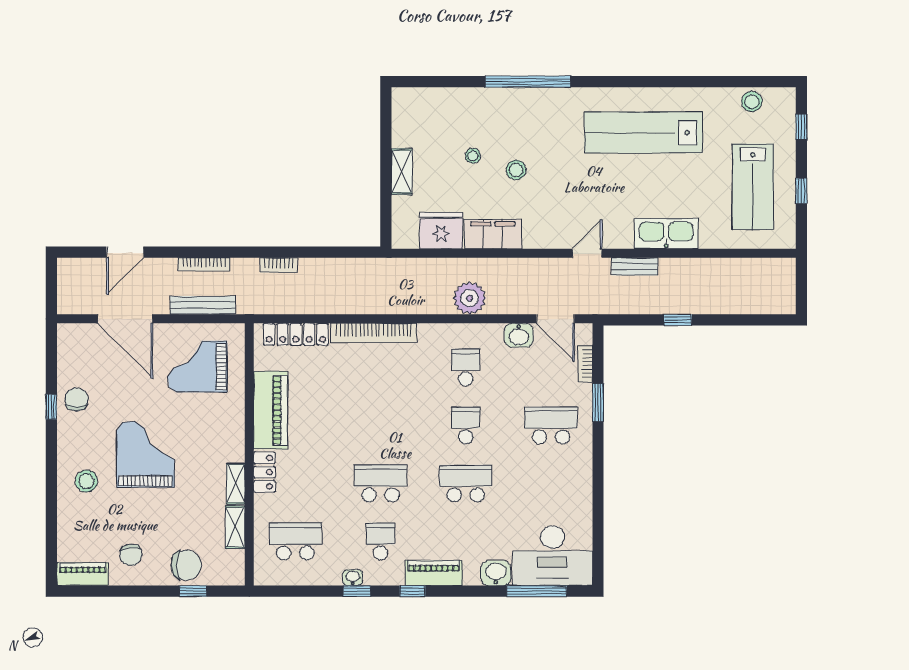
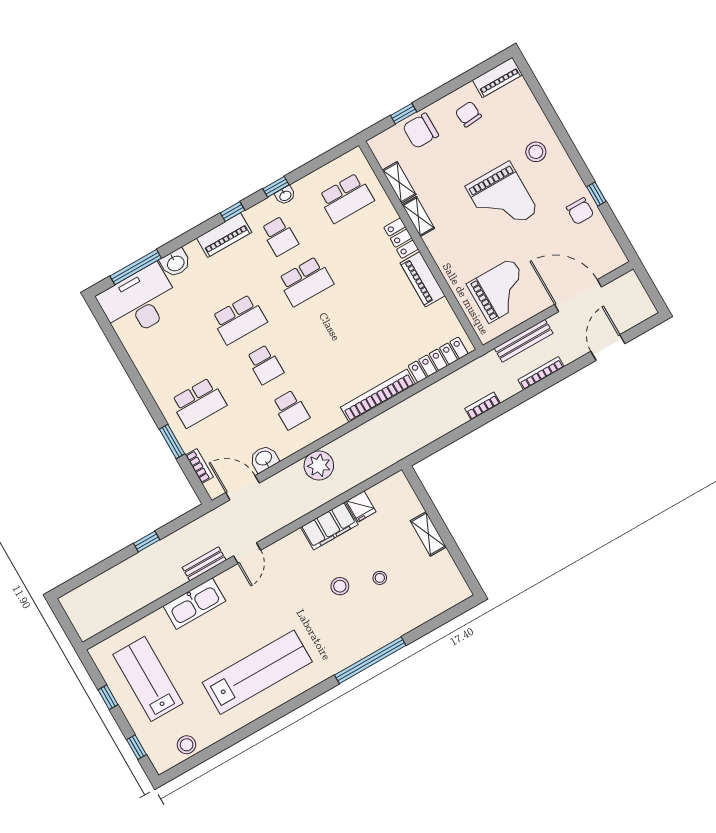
fridge: (441, 231) -> (361, 506), width x0.53, depth x0.75
piano: (271, 410) -> (423, 279), width x0.73, depth x0.75

